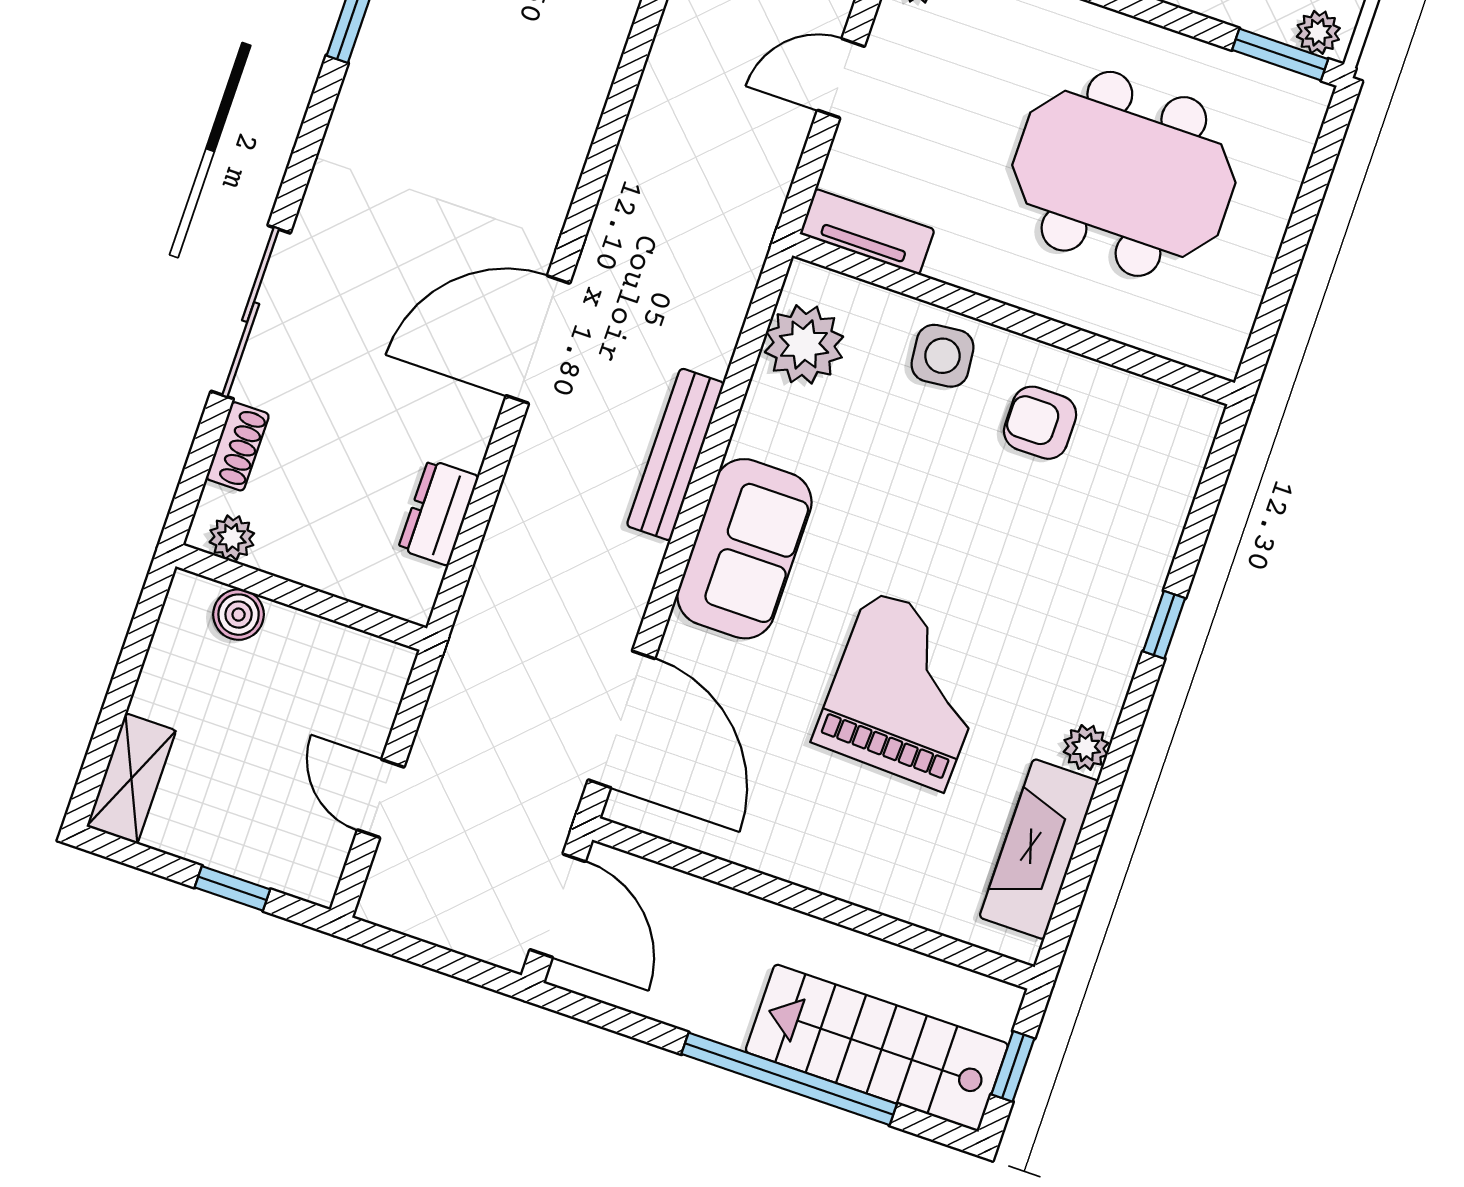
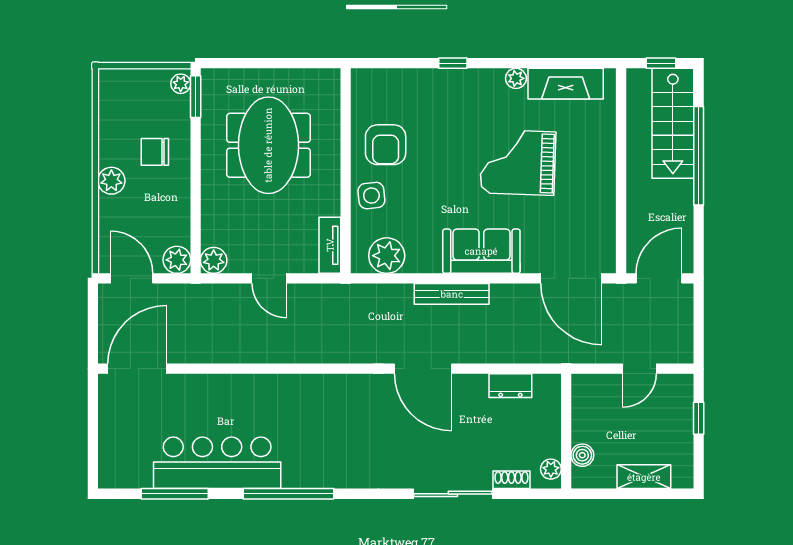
armchair: (1040, 423) -> (386, 145), width x1.38, depth x1.38
door: (621, 719) -> (571, 278), swing flipped
shelving: (131, 778) -> (644, 477), moved

